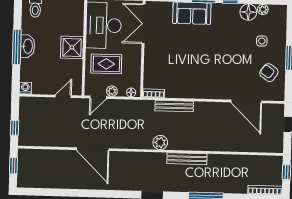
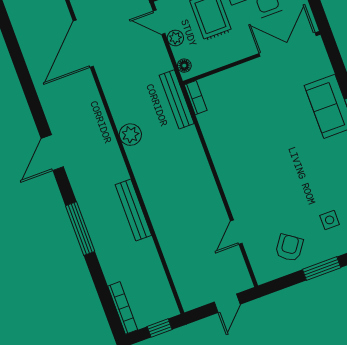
door: (246, 101) -> (236, 232), width x0.53
bench: (174, 106) -> (177, 99), moved
bench: (187, 159) -> (133, 210), moved

